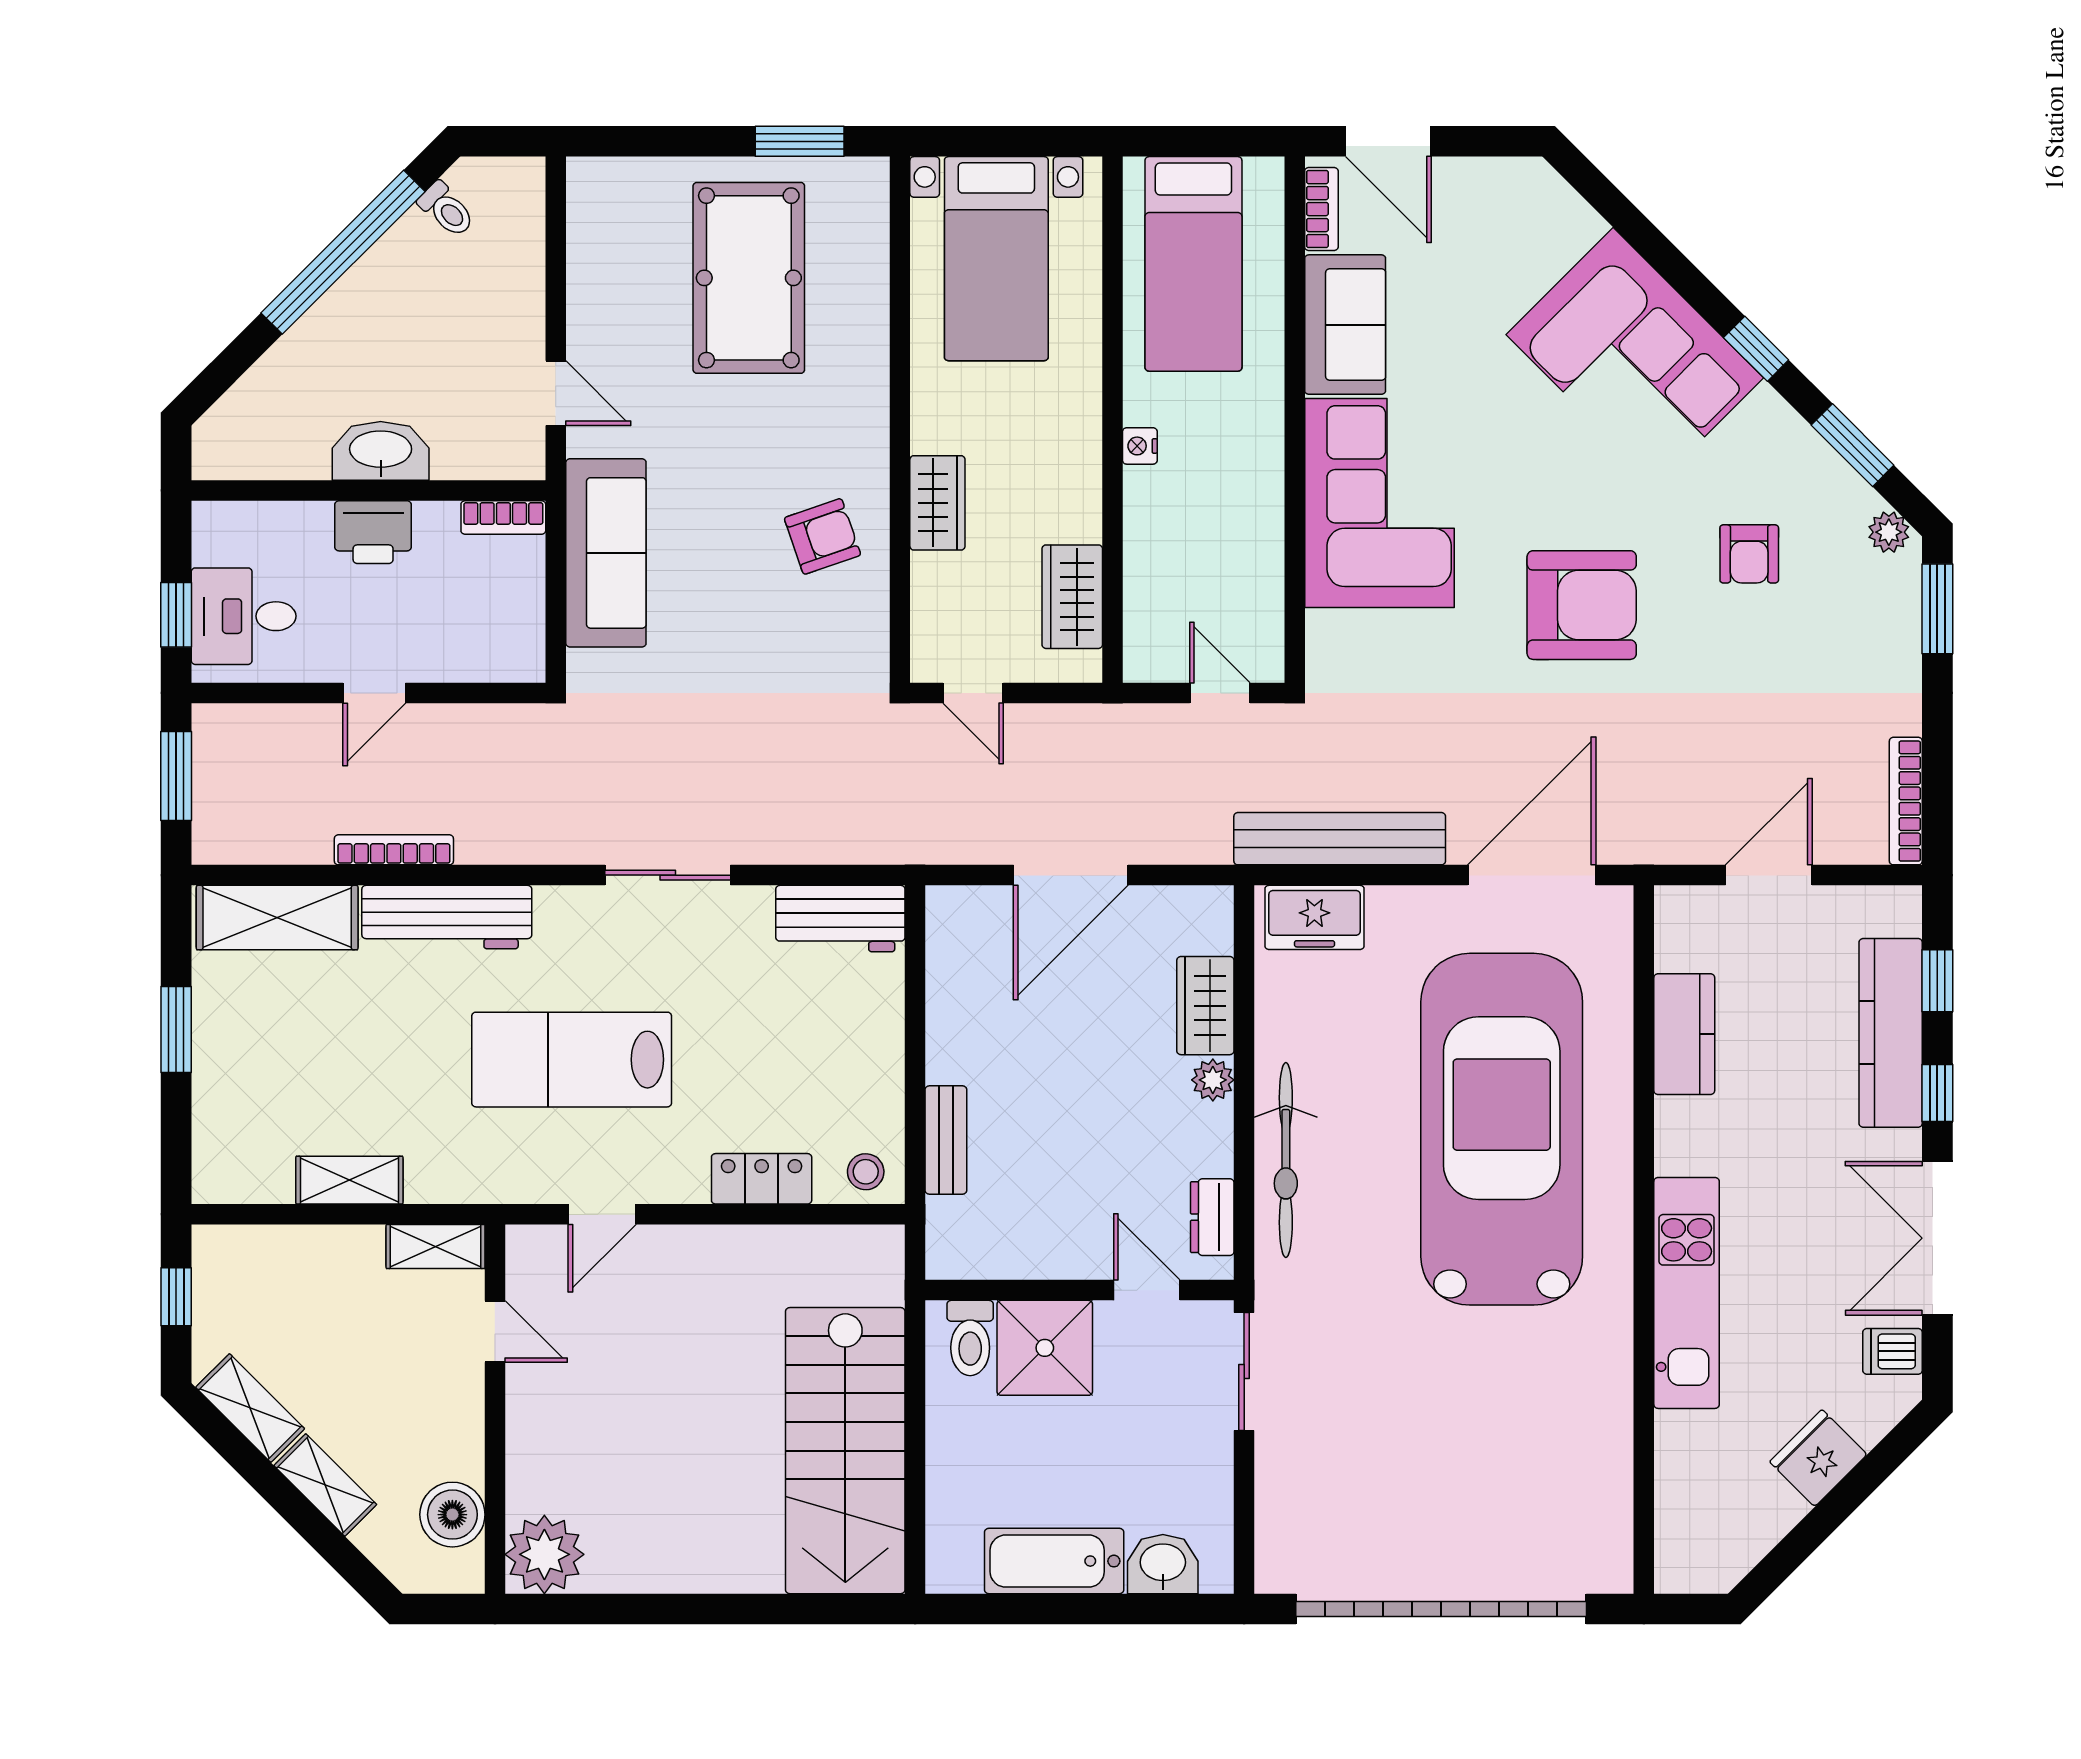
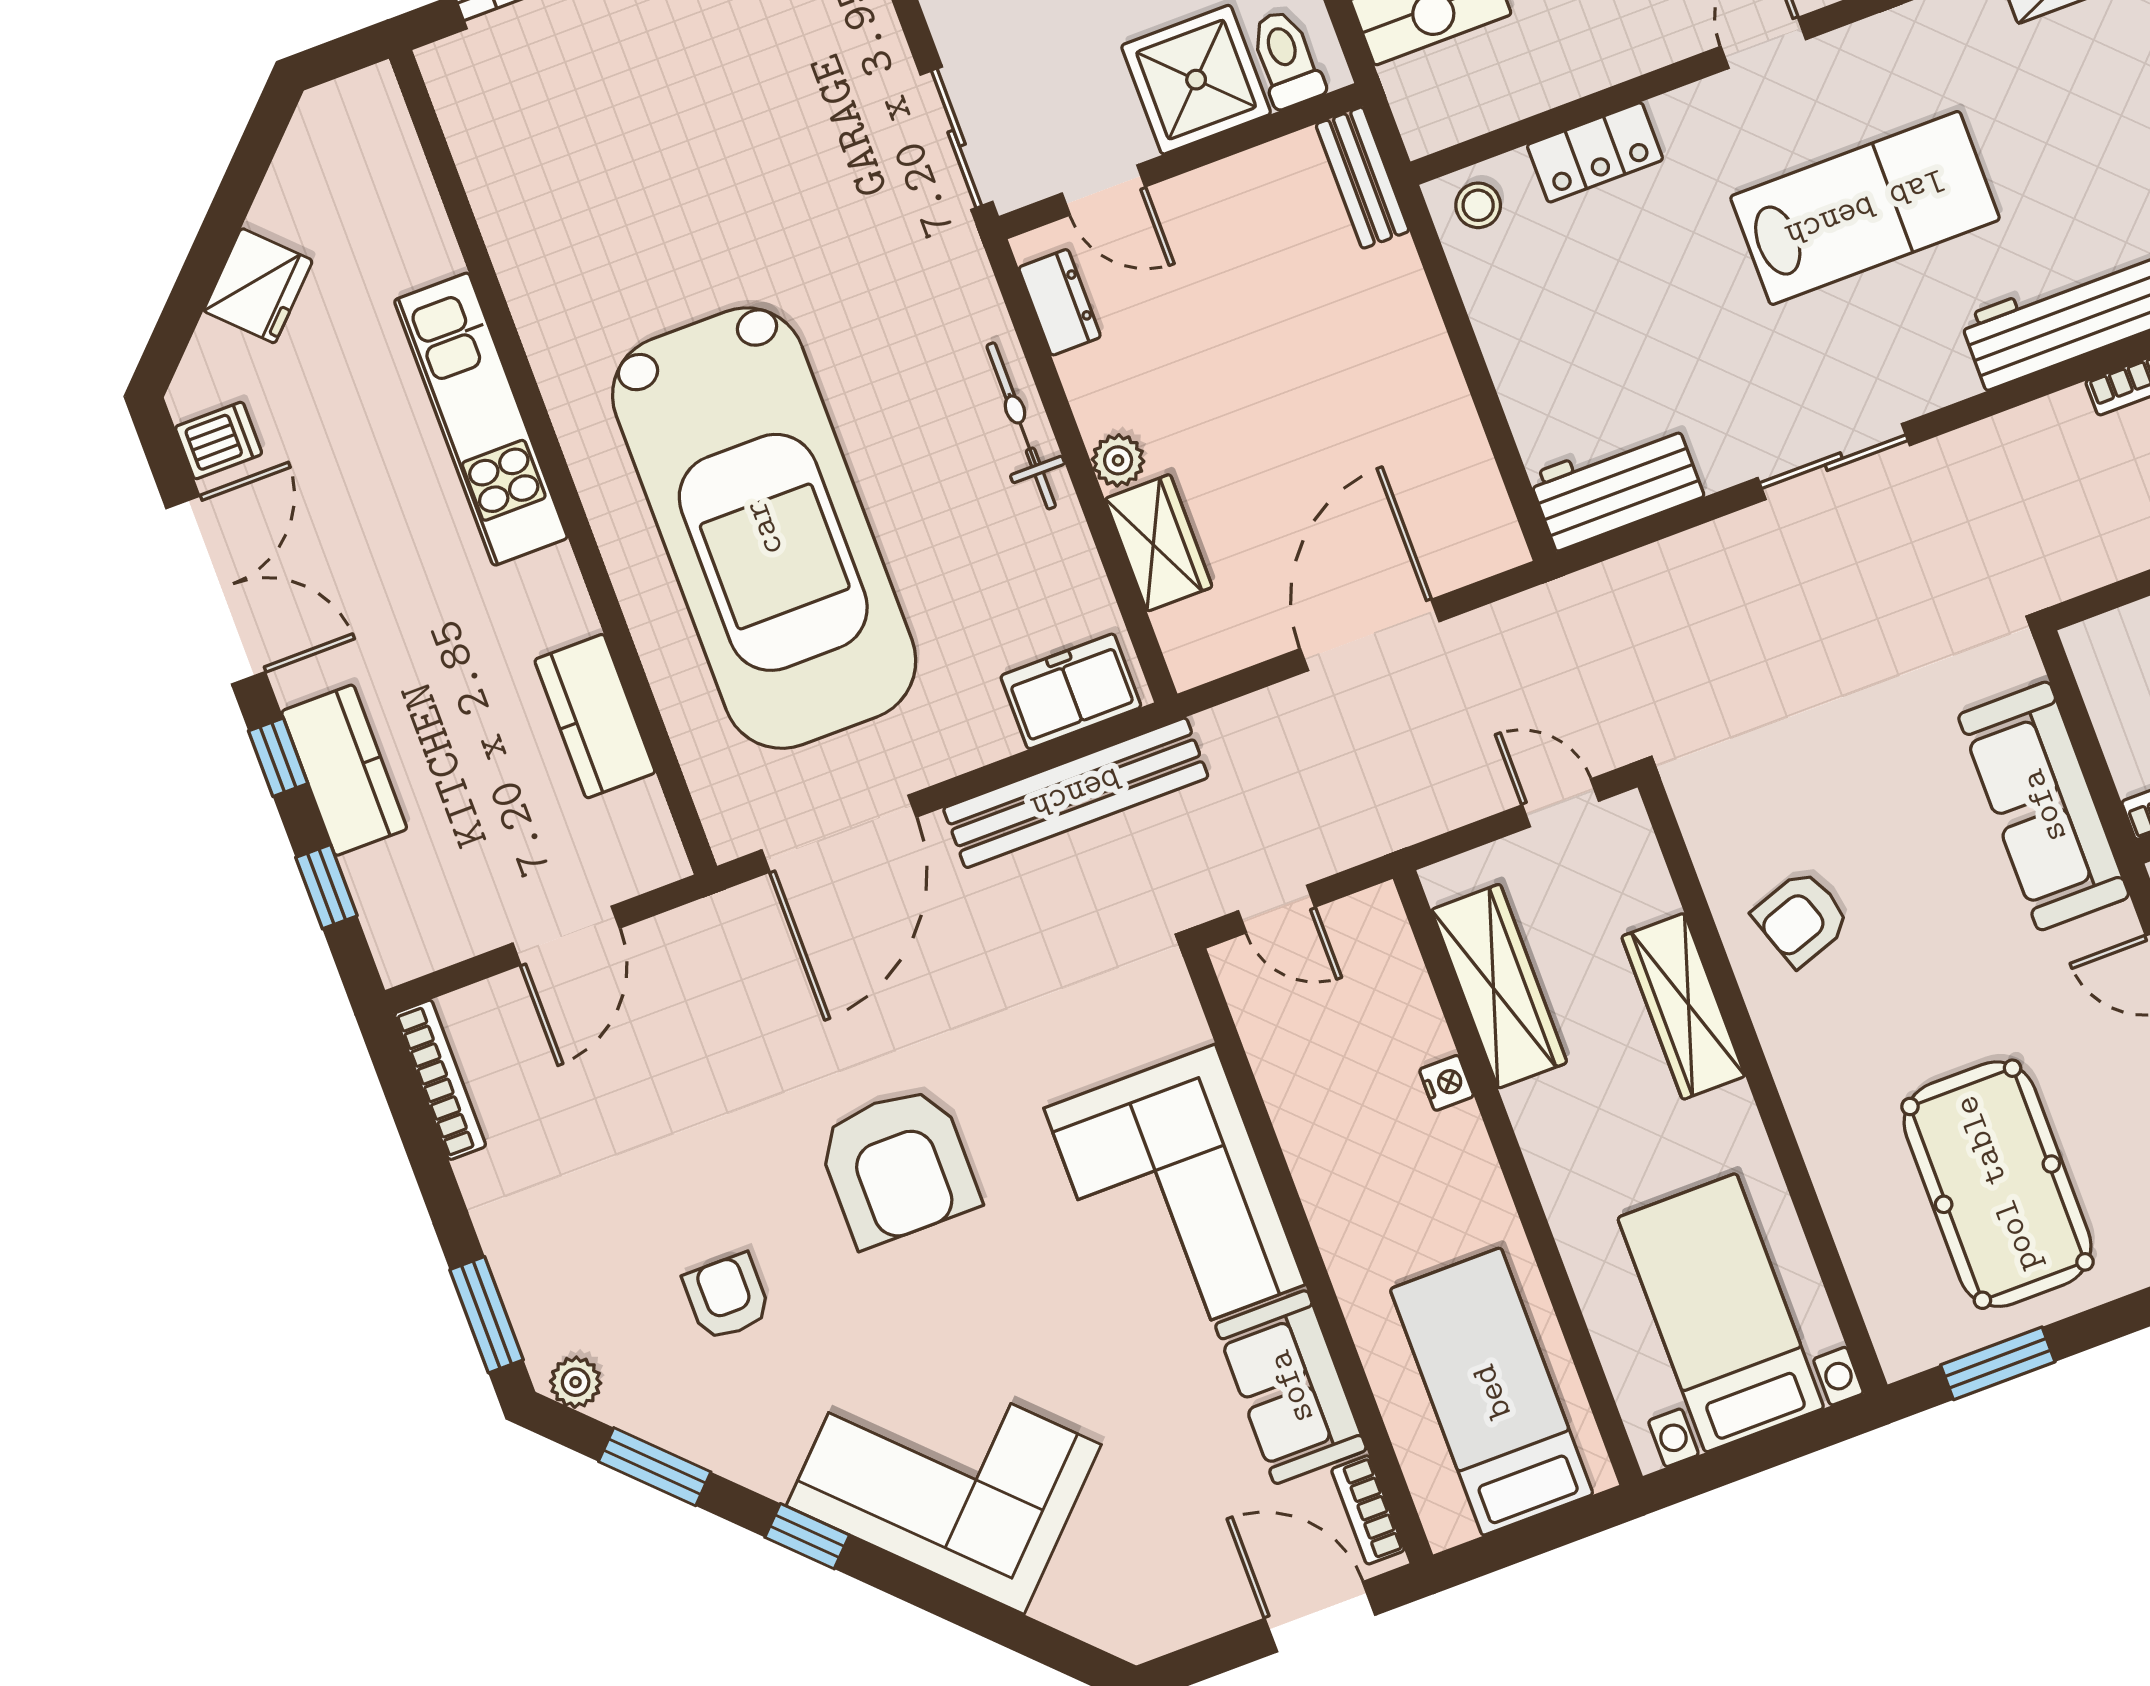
nightstand: (1140, 446) -> (1446, 1083), moved
wardrobe: (937, 503) -> (1683, 1006), width x1.50
wardrobe: (1072, 597) -> (1499, 986), width x1.50
armchair: (1582, 605) -> (898, 1166), turned -90
kitchen counter: (1891, 1033) -> (344, 770), width x0.67
bench: (946, 1140) -> (1363, 178), moved
bicycle: (1286, 1160) -> (1021, 426), width x0.73, depth x0.71

